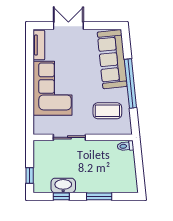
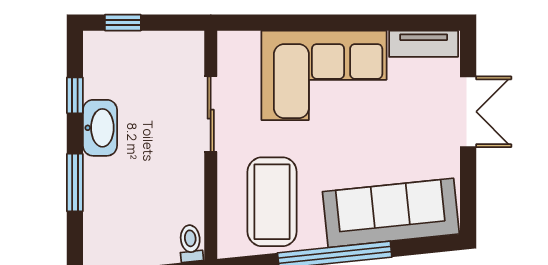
coffee table: (107, 111) -> (272, 202), width x1.36, depth x1.32
washbasin: (63, 185) -> (100, 128), moved

